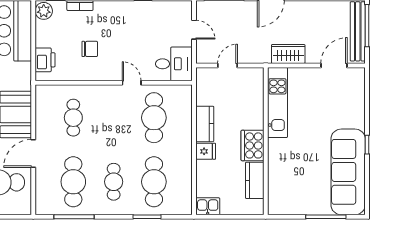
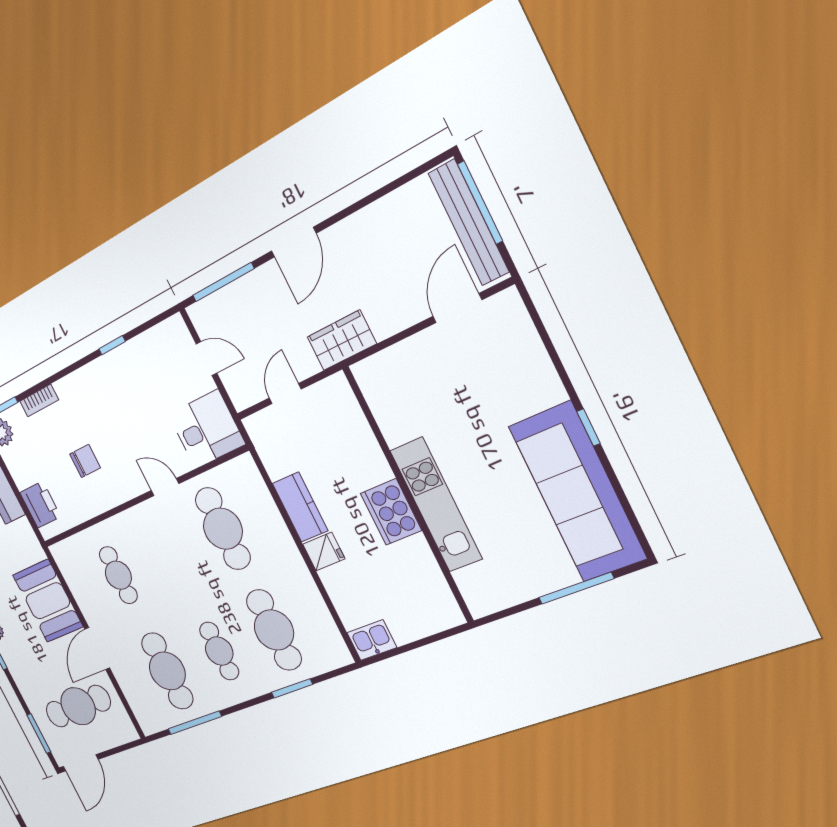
wardrobe: (288, 54) -> (342, 340), moved
kitchen unit: (277, 103) -> (436, 505), moved
kitchen counter: (255, 180) -> (424, 570), removed

